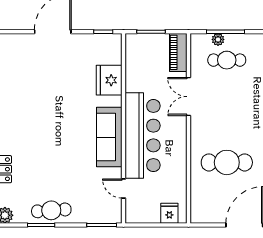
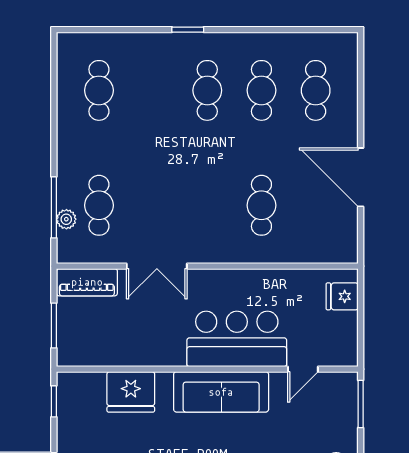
bar counter: (143, 136) -> (237, 339), width x0.73
cafe table: (227, 162) -> (261, 205), width x0.73, depth x0.74

